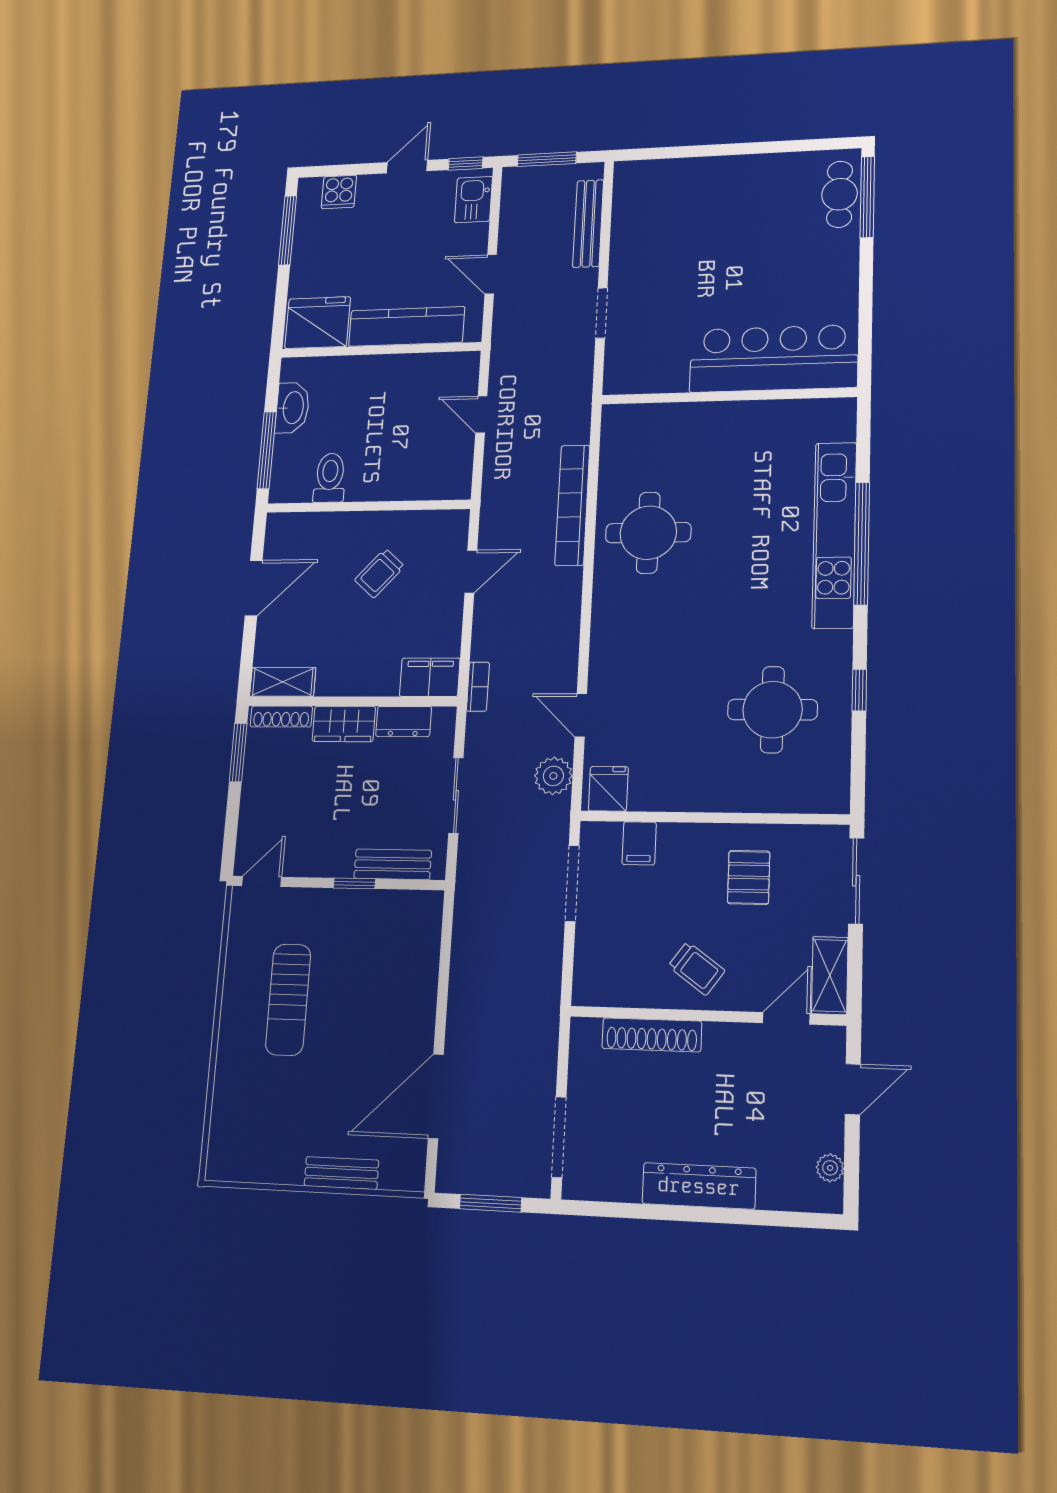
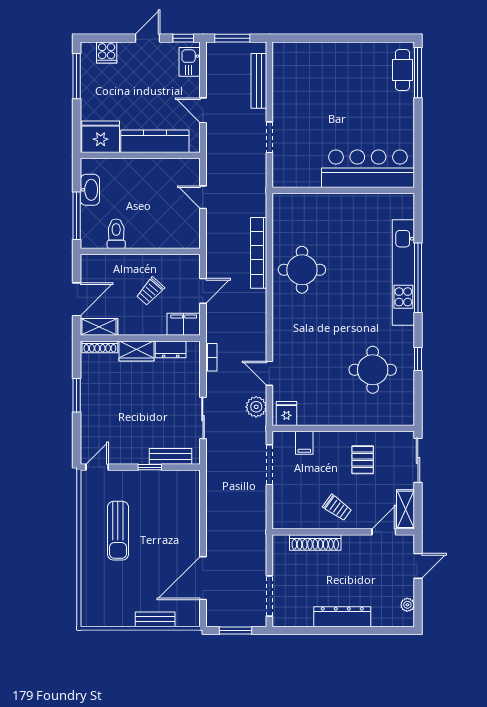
filing cabinet: (430, 677) -> (184, 324), moved
shelving: (283, 682) -> (99, 327), moved
wall: (352, 701) -> (140, 338), moved
shoe rack: (281, 717) -> (100, 347), moved
dresser: (404, 721) -> (171, 349), moved
wardrobe: (344, 724) -> (136, 351), moved

